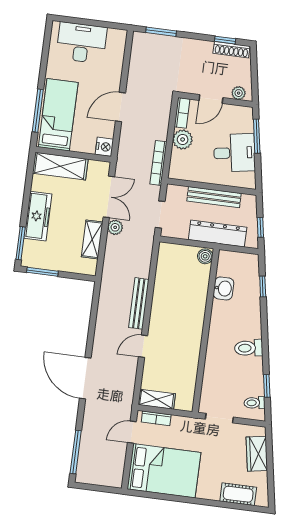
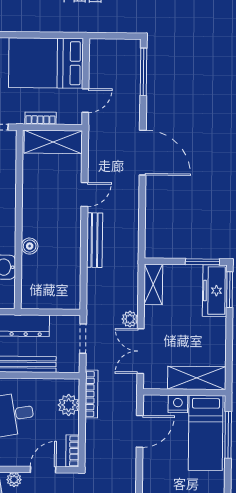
door: (120, 107) -> (140, 431), moved
plant: (183, 139) -> (69, 405), moved
nightstand: (104, 147) -> (178, 404), moved, turned 90
freezer: (38, 216) -> (215, 291), moved
shelving: (92, 239) -> (153, 284), moved
boiler: (205, 256) -> (30, 246), moved
shelving: (157, 399) -> (53, 142), width x1.50, depth x1.33
bookcase: (156, 418) -> (40, 118), moved

